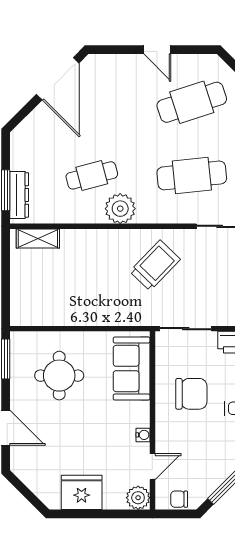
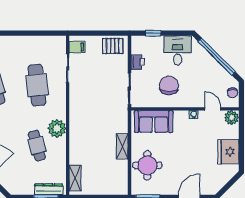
trolley: (155, 265) -> (91, 107), removed
shelving: (90, 317) -> (122, 146), added
round table: (59, 376) -> (147, 165), moved

